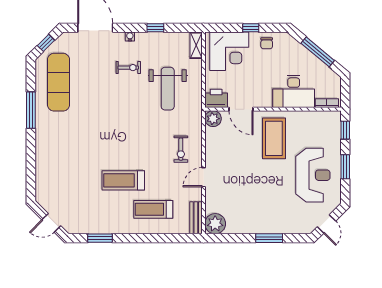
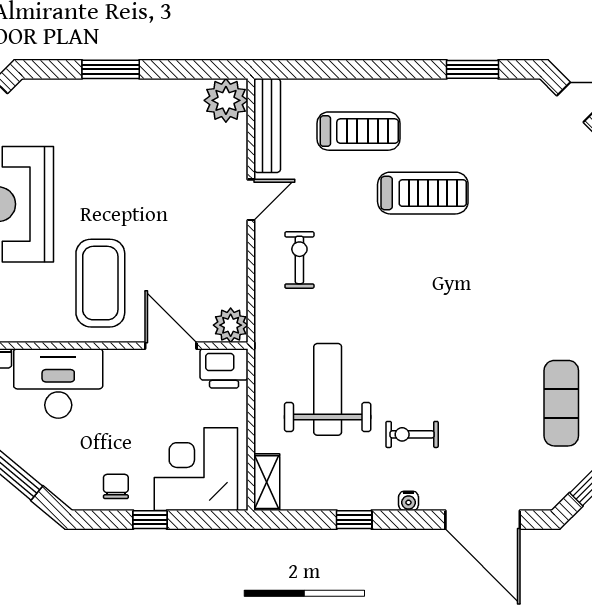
exercise mat: (59, 82) -> (561, 403), width x0.73, depth x0.69
bench: (196, 218) -> (267, 125), width x1.36

